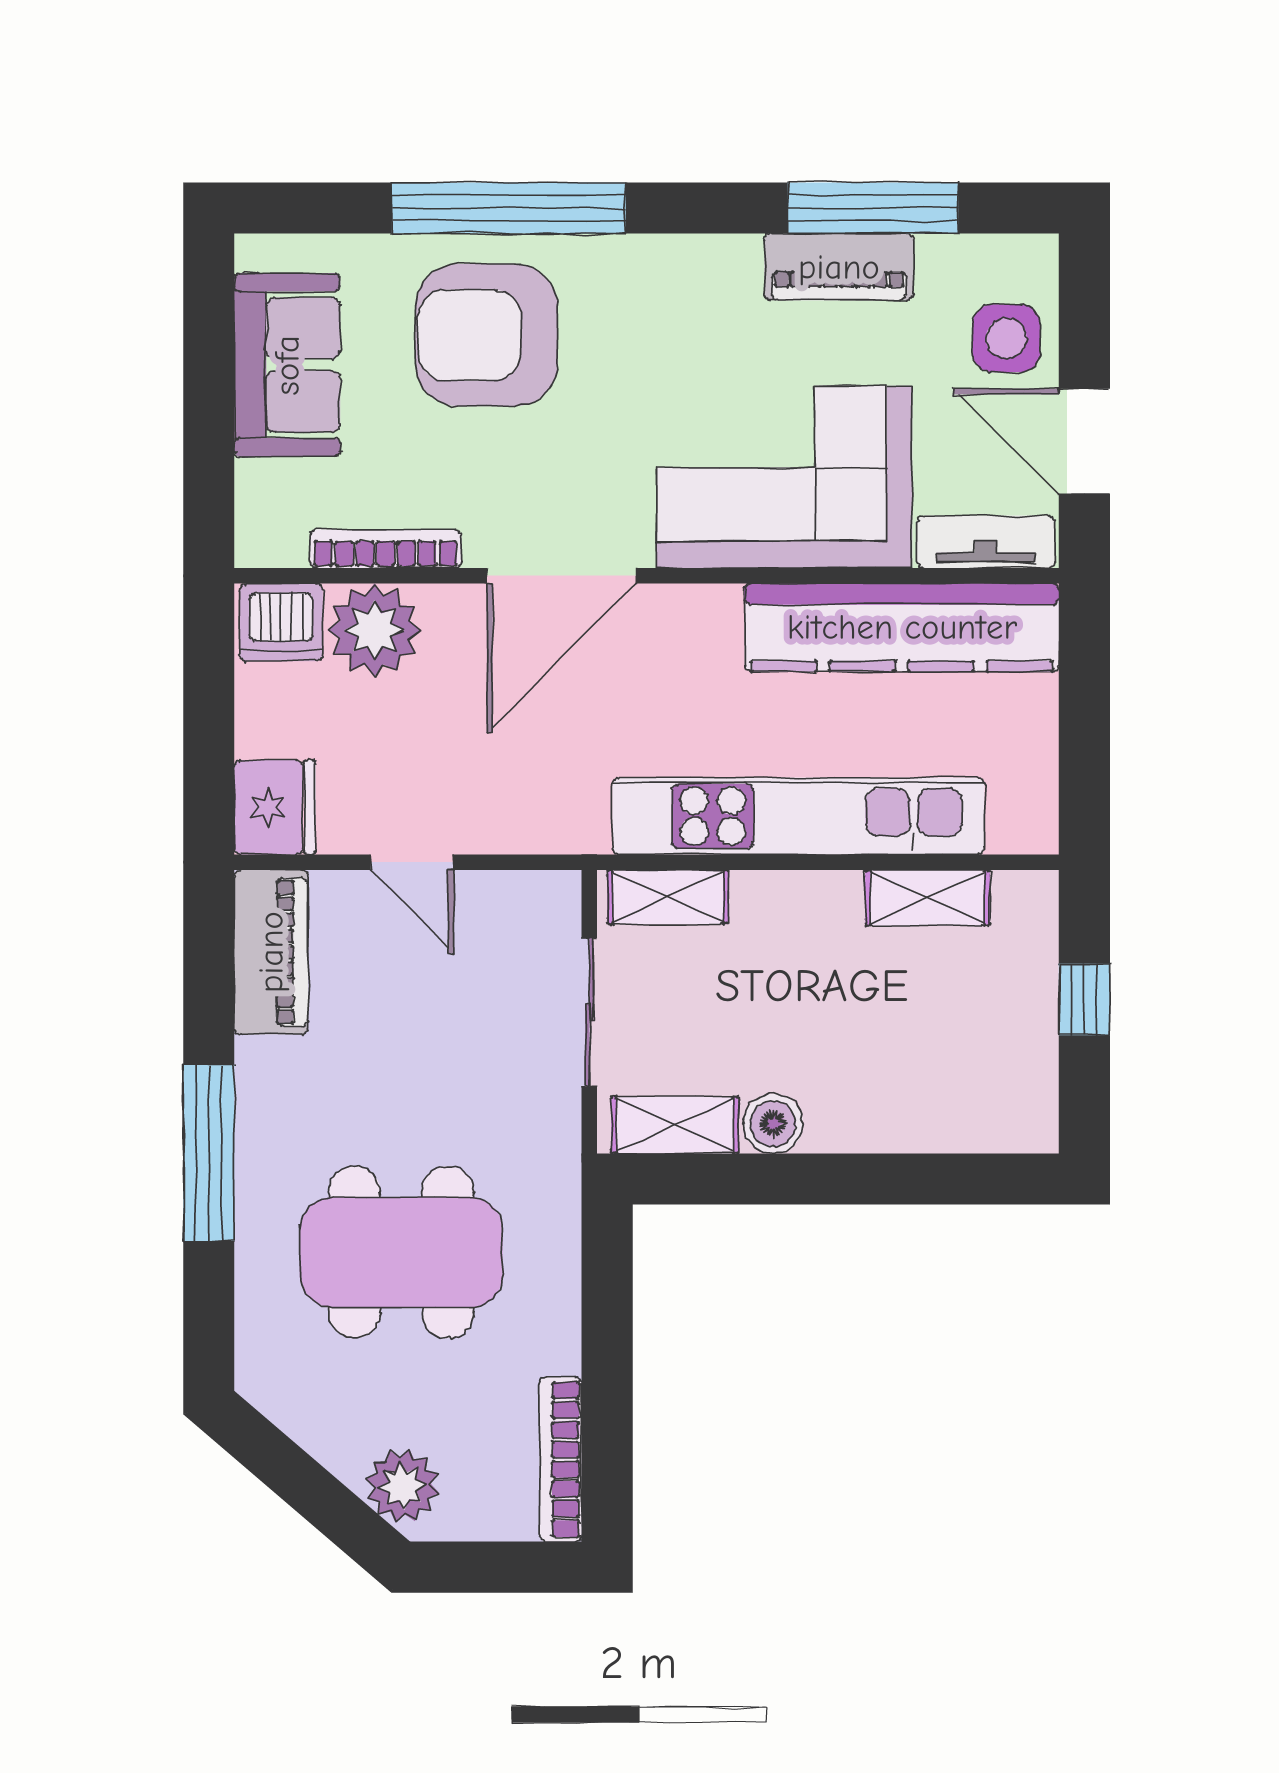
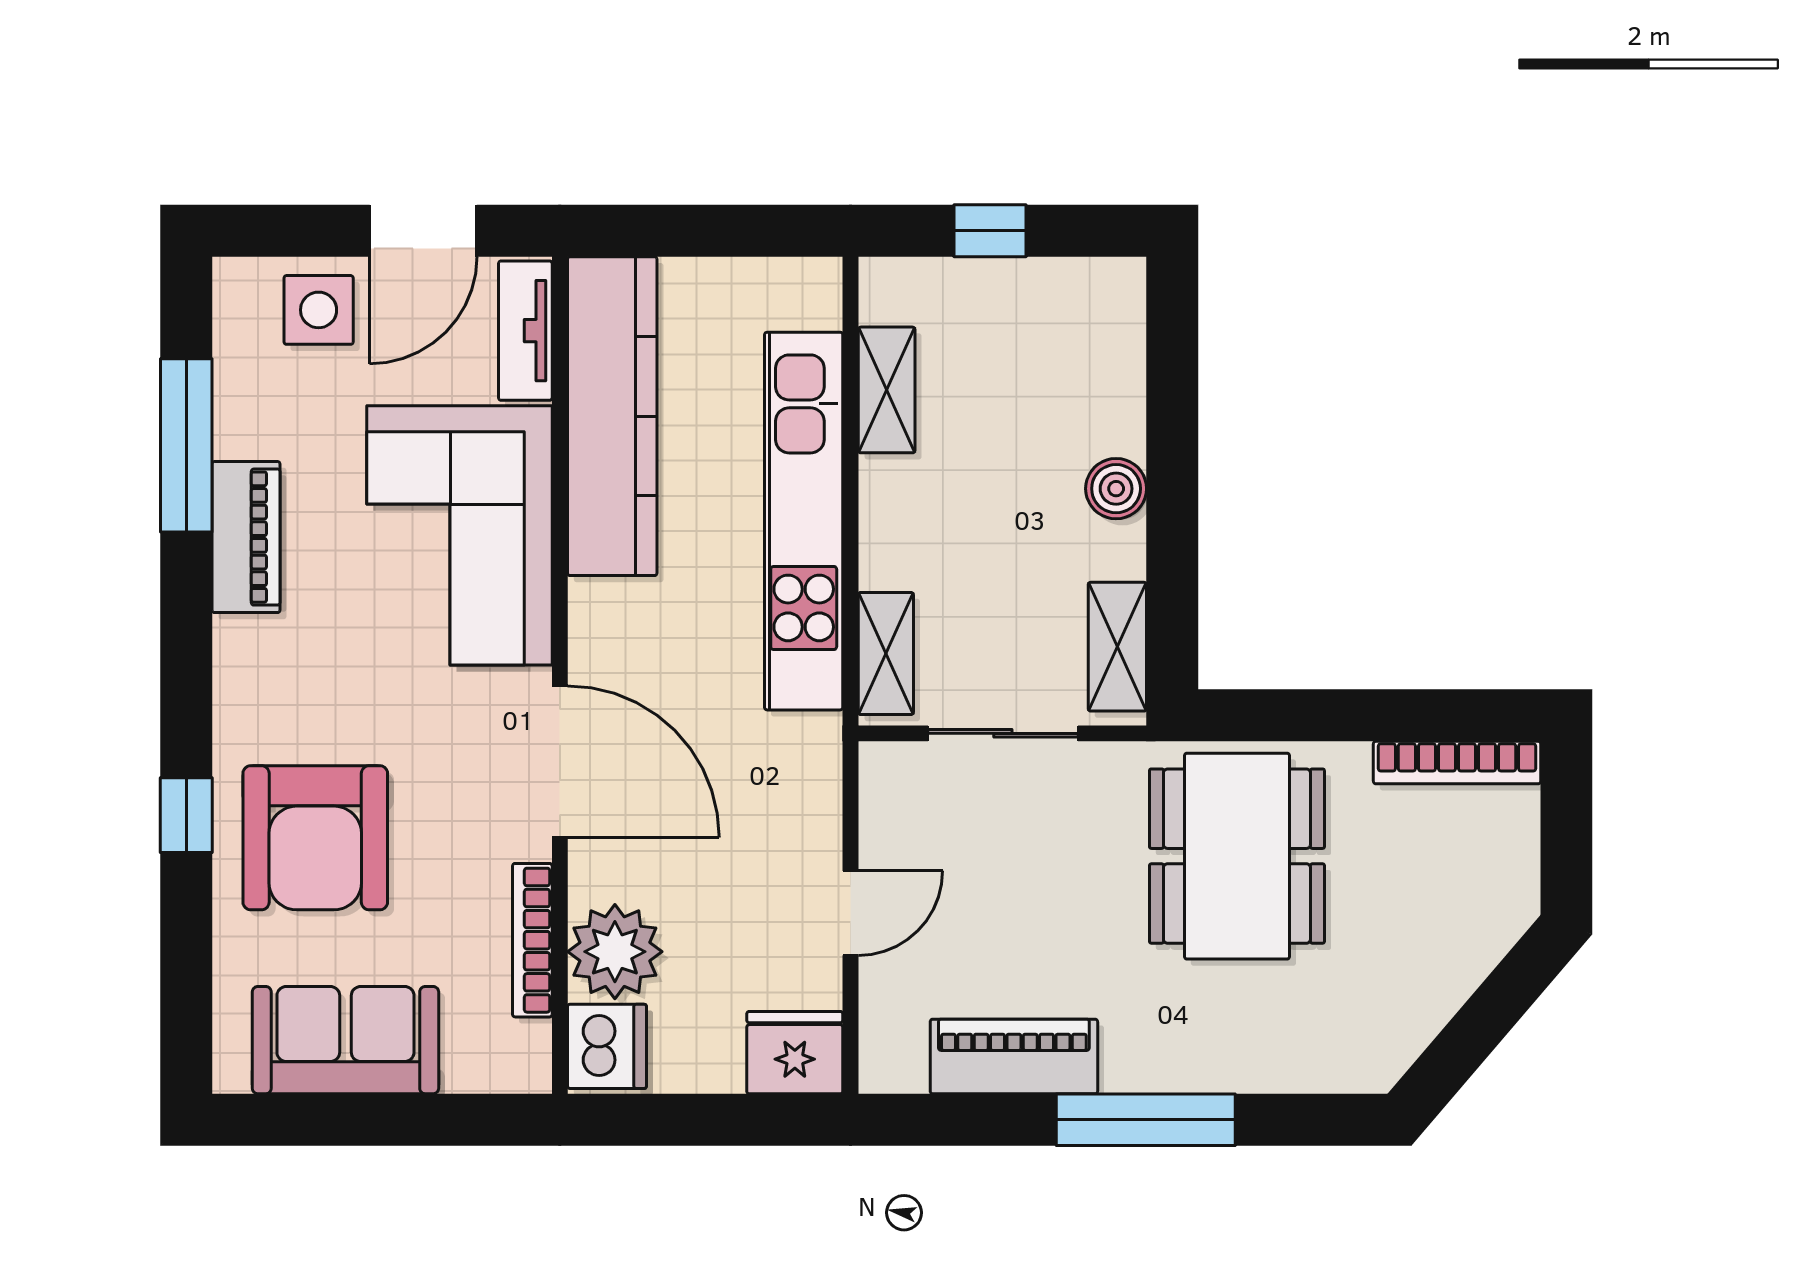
window: (509, 208) -> (186, 815), width x0.32
piano: (839, 267) -> (246, 537), moved
piano: (271, 952) -> (1014, 1057), moved
boiler: (773, 1124) -> (1116, 489), moved
dining table: (401, 1252) -> (1237, 856), moved
plant: (403, 1486) -> (1484, 923), removed

